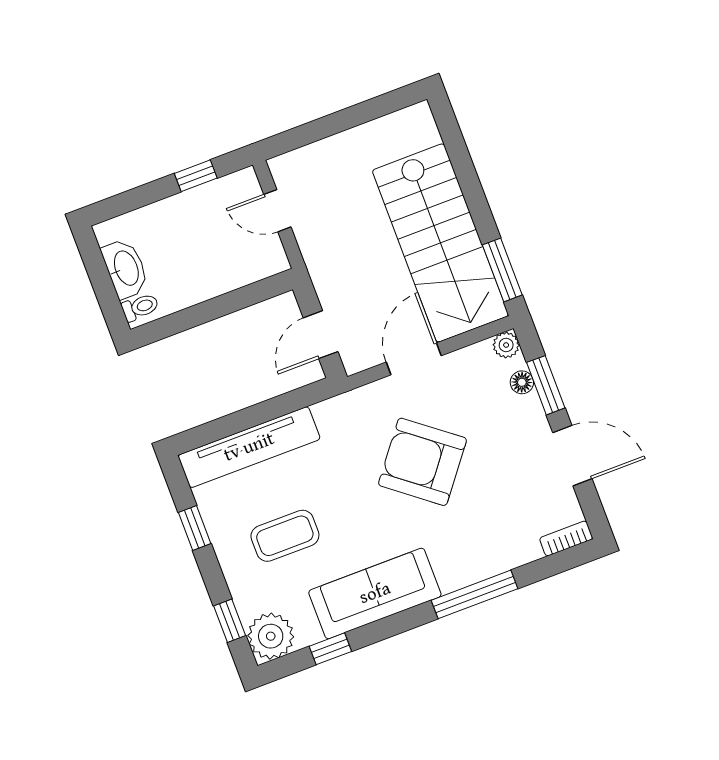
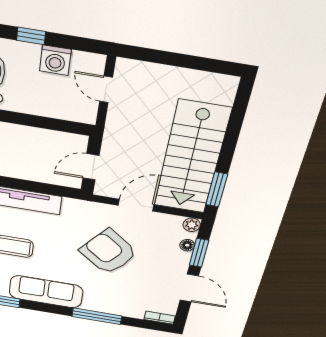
window: (196, 176) -> (31, 36), moved
washing machine: (195, 208) -> (55, 60), added

